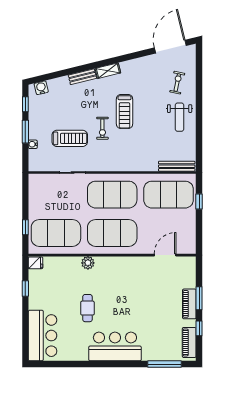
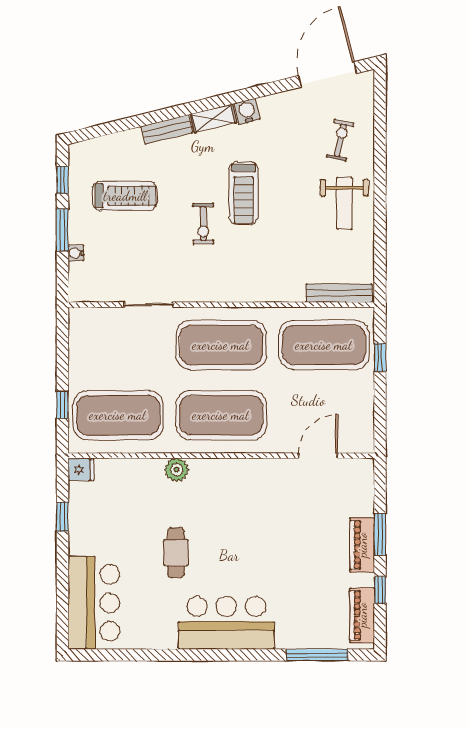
water cooler: (41, 88) -> (247, 111), moved
treadmill: (70, 138) -> (125, 196), moved

